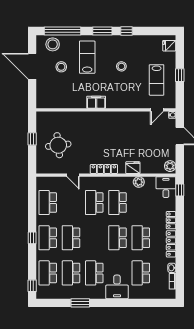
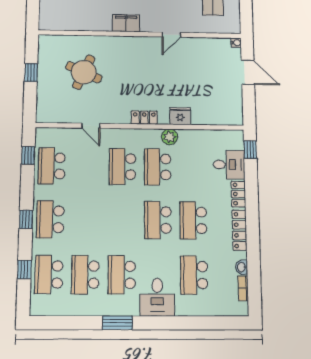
door: (157, 110) -> (171, 35), moved
round table: (58, 145) -> (84, 72), moved, turned 31
plant: (170, 166) -> (235, 115), removed
locker: (104, 169) -> (144, 118), width x0.66
plant: (139, 182) -> (170, 137), moved
desk: (166, 187) -> (229, 165), moved, turned 90
window: (32, 196) -> (28, 155), added
school desk: (71, 238) -> (86, 220), removed
window: (32, 286) -> (24, 270), moved
window: (80, 303) -> (117, 323), moved

